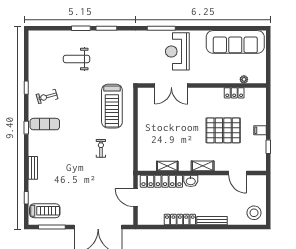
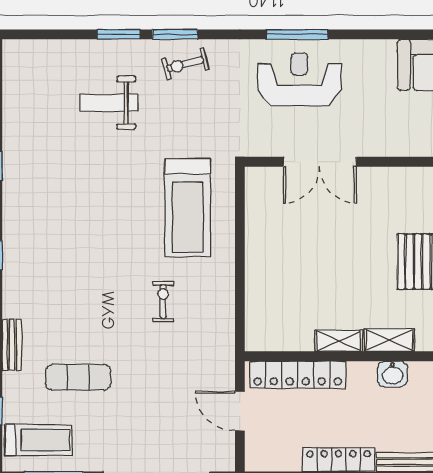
reception desk: (177, 51) -> (299, 79), moved, turned 90
exercise bike: (47, 97) -> (185, 64), moved
exercise mat: (45, 124) -> (78, 377), moved
shelving: (167, 166) -> (339, 341), moved
washbasin: (191, 181) -> (392, 374), moved

